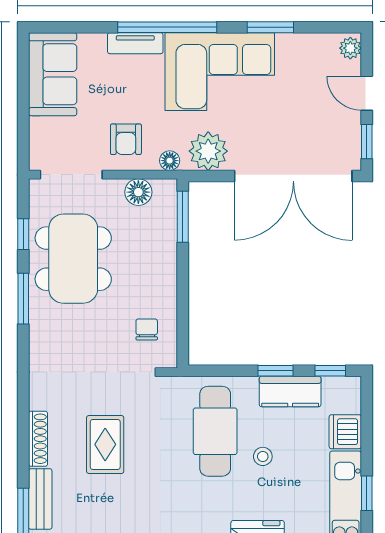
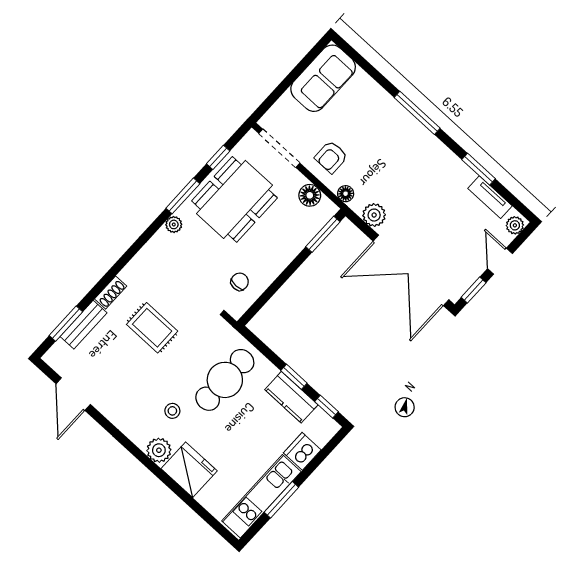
window: (167, 27) -> (417, 113), width x0.68
tv unit: (135, 43) -> (490, 197), moved
corner sofa: (220, 72) -> (424, 168), removed
plant: (208, 151) -> (374, 215), width x0.73, depth x0.73
plant: (39, 332) -> (174, 224), added
shoe rack: (38, 439) -> (111, 293), width x0.70
rug: (105, 444) -> (152, 328), turned 90
stool: (263, 456) -> (172, 411), moved
window: (367, 493) -> (281, 500), width x1.50

